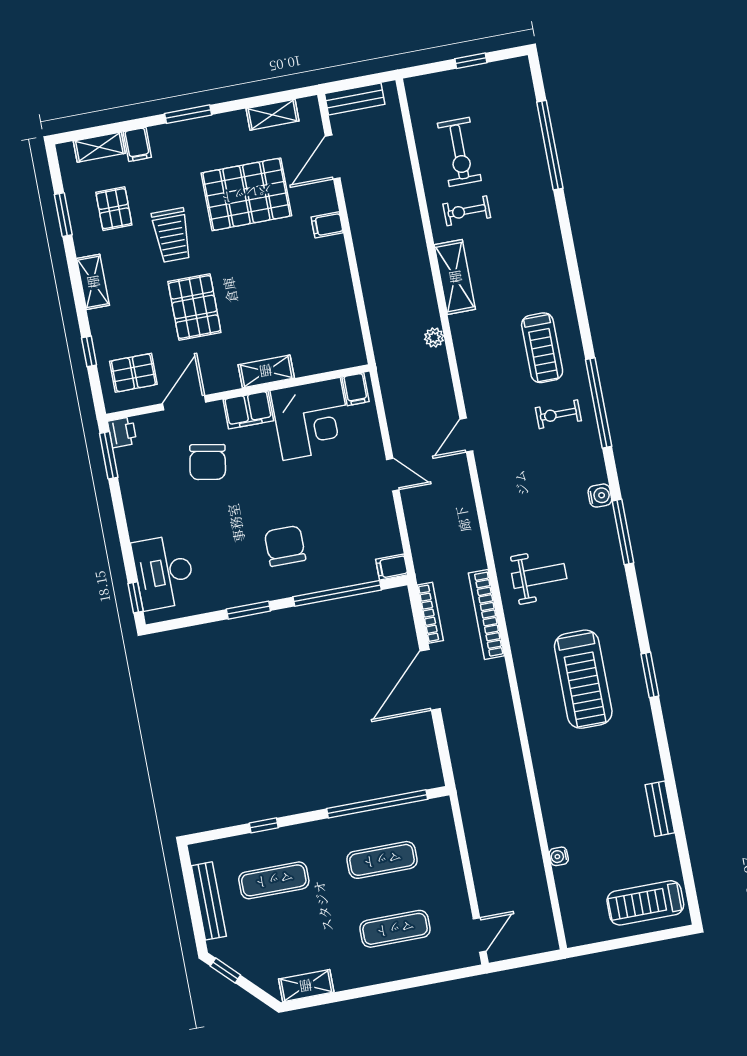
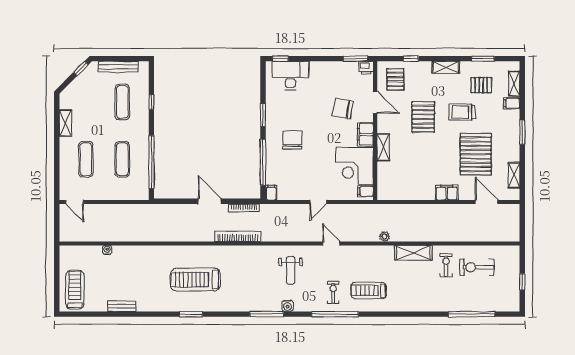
bench: (355, 99) -> (514, 219), removed
filing cabinet: (327, 225) -> (447, 193), width x2.00
pallet: (194, 307) -> (423, 117), turned 90
chair: (285, 546) -> (292, 140), turned -90
weight bench: (539, 576) -> (291, 270), moved
door: (430, 680) -> (210, 201), width x0.73
shelving: (306, 986) -> (65, 123), moved

